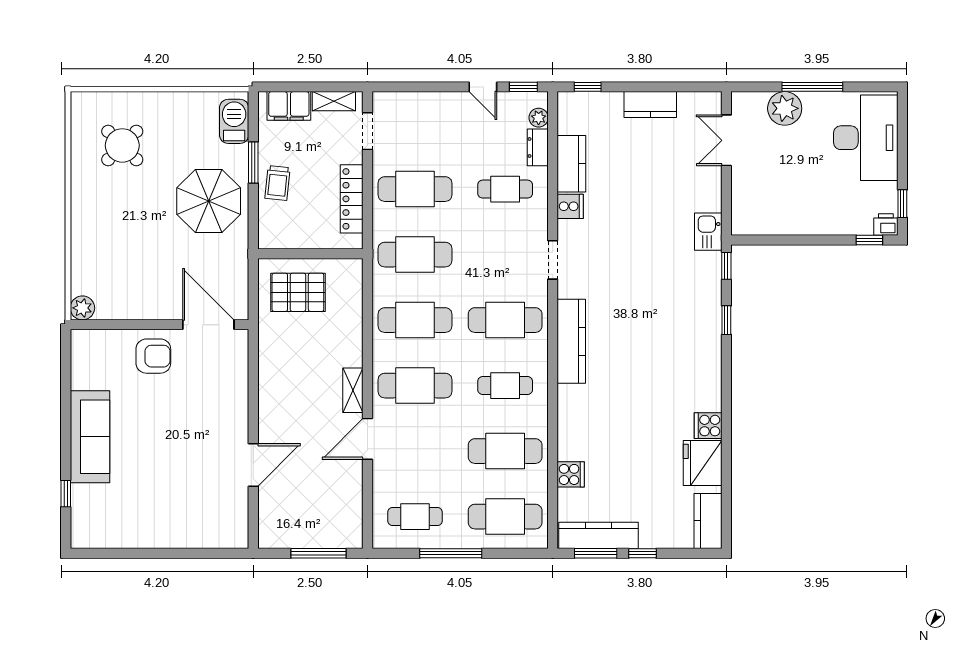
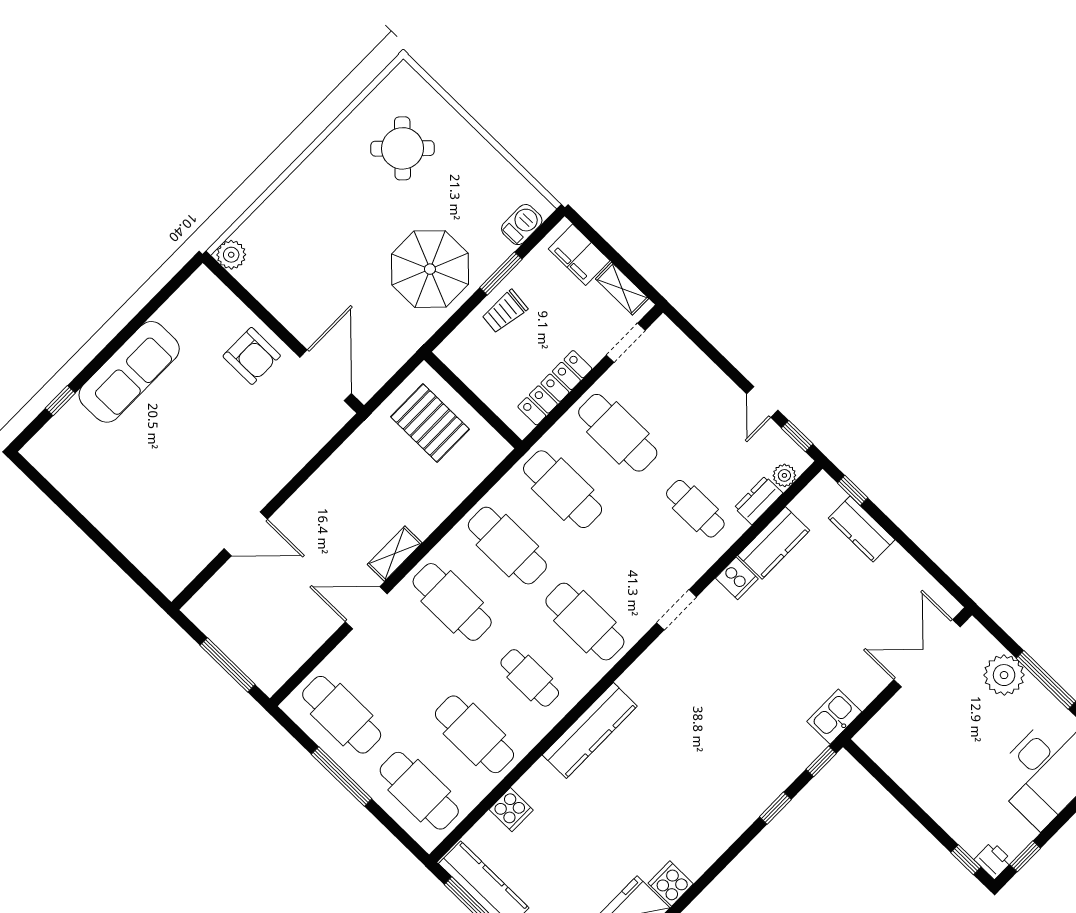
kitchen counter: (650, 104) -> (862, 529), moved
barbecue: (234, 121) -> (522, 225), width x0.73, depth x0.79
double door: (726, 140) -> (927, 653), width x1.37
kitchen counter: (571, 341) -> (590, 730), moved
cafe table: (415, 517) -> (342, 715), width x1.37, depth x1.35

